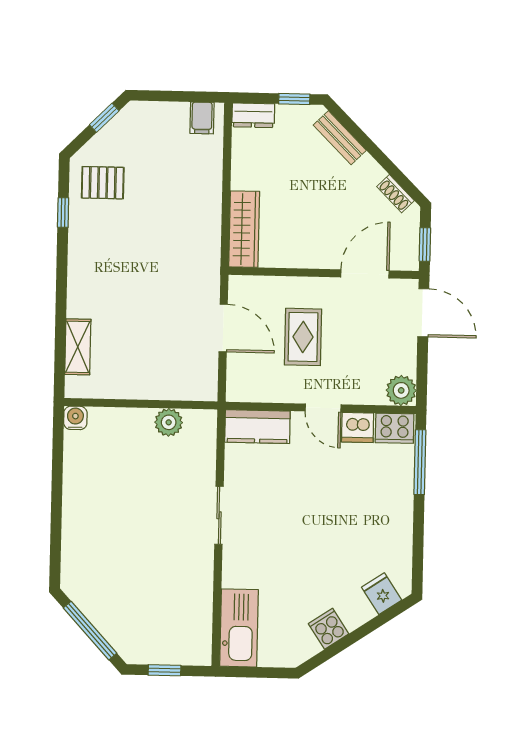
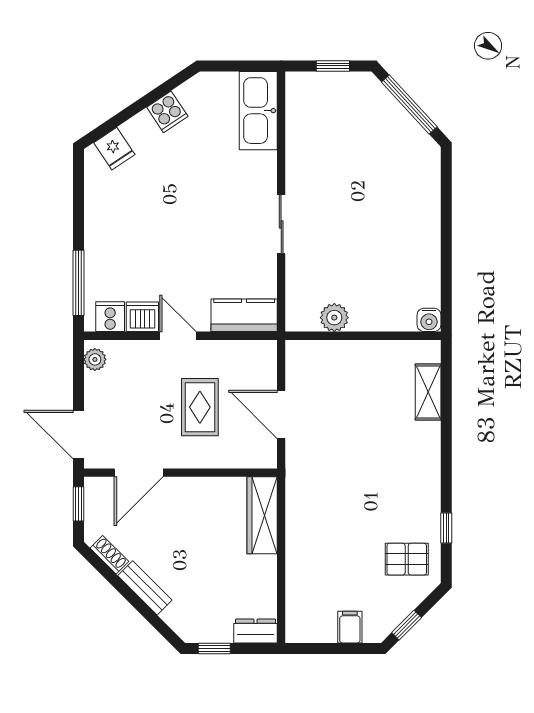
filing cabinet: (202, 118) -> (350, 627), moved
bench: (340, 138) -> (145, 588), moved
plant: (401, 390) -> (95, 359), width x0.73, depth x0.73
cooker: (395, 428) -> (110, 317), width x0.73

